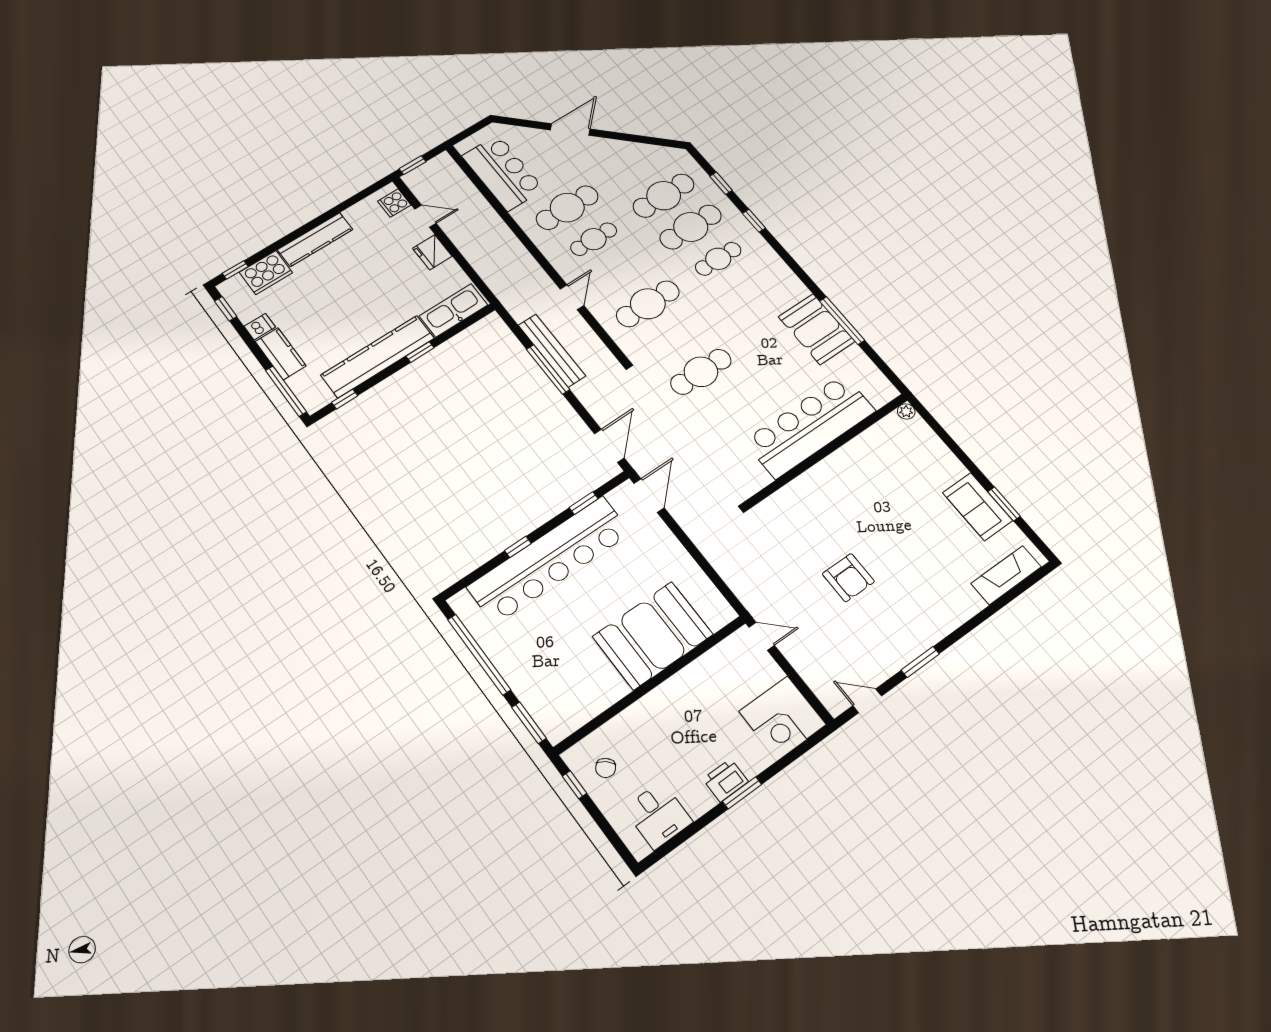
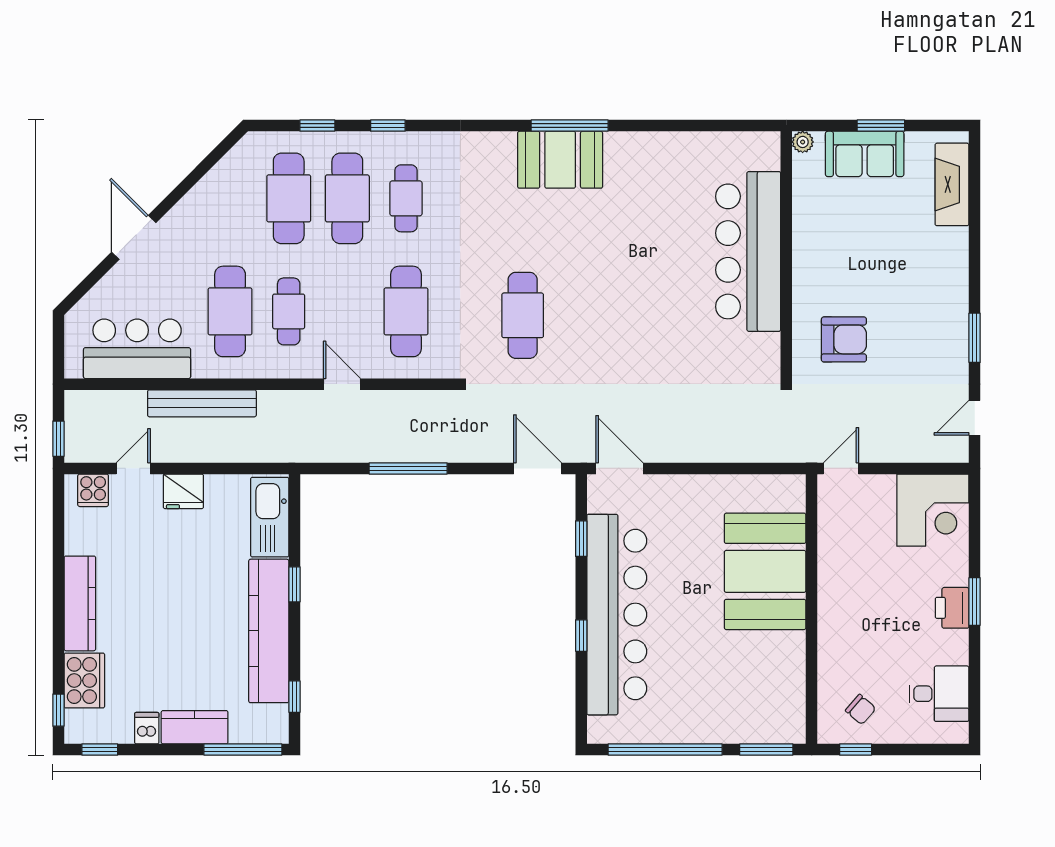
bench: (552, 350) -> (202, 403), moved
plant: (906, 411) -> (803, 142), moved
bar counter: (810, 426) -> (748, 251), moved
wall: (827, 450) -> (786, 255), moved

